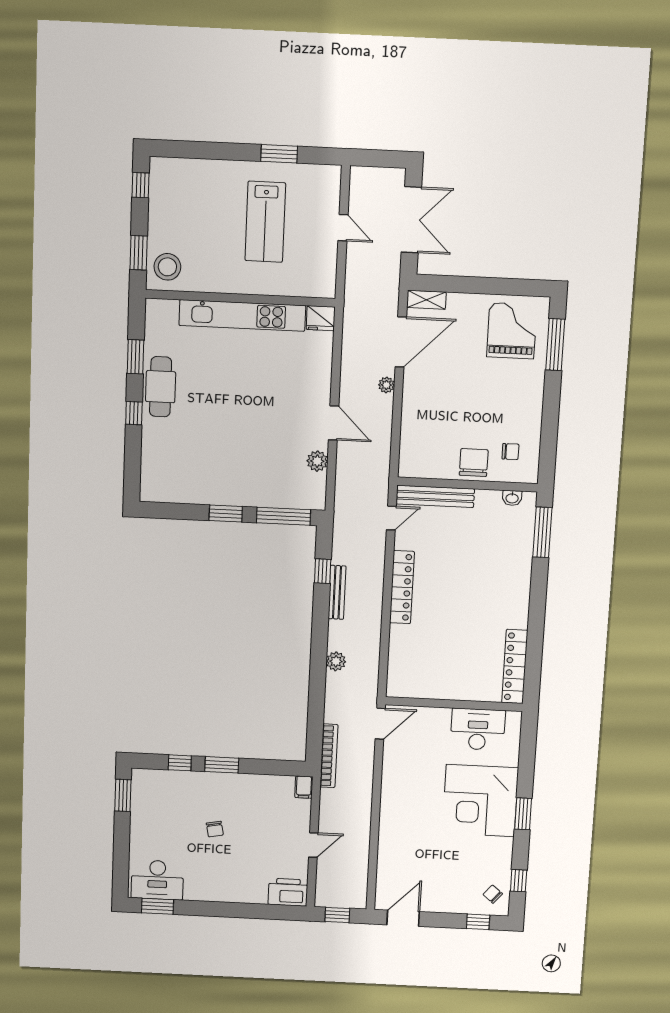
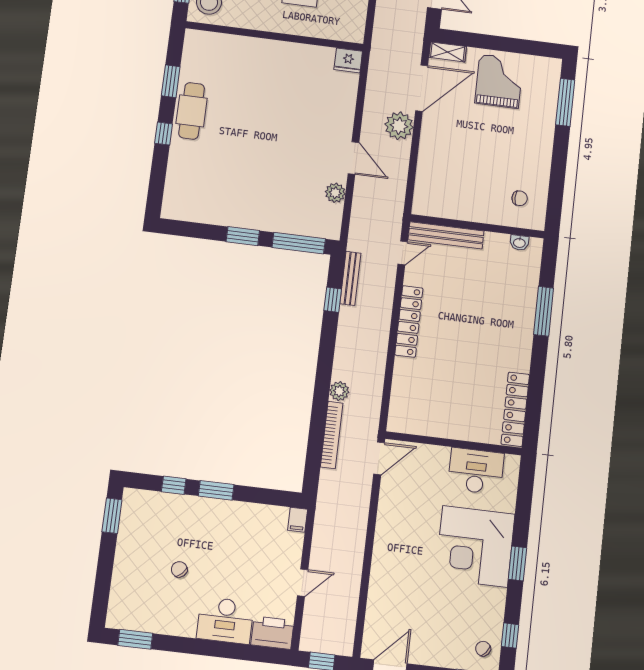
kitchen unit: (242, 315) -> (275, 52), removed
grand piano: (512, 331) -> (499, 81), moved
plant: (386, 385) -> (399, 126), width x1.87, depth x1.87
chair: (474, 463) -> (484, 206), removed
window: (542, 532) -> (544, 311), moved
bench: (337, 592) -> (350, 278), moved
bookcase: (329, 756) -> (332, 435), moved
chair: (215, 829) -> (179, 569), moved, turned 147
desk: (157, 880) -> (225, 620), moved

